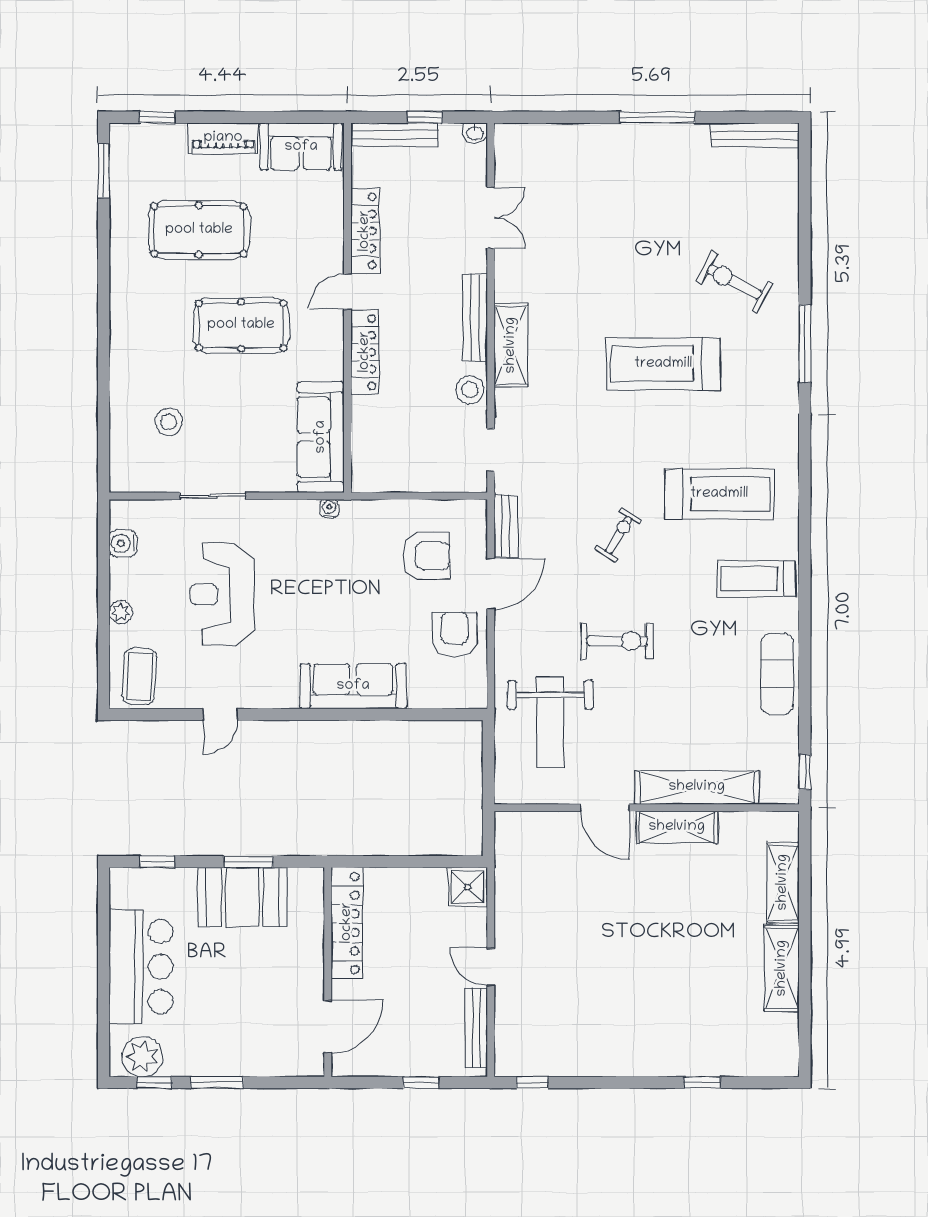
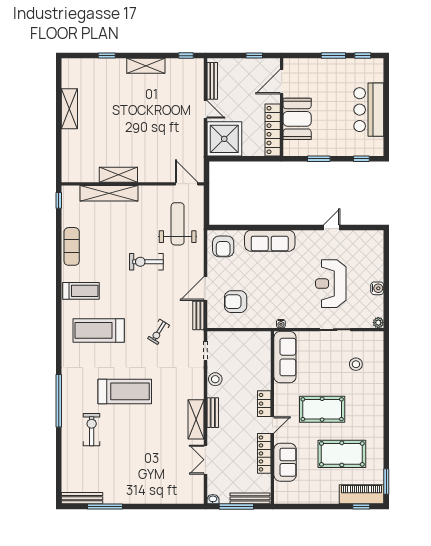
window: (425, 117) -> (236, 507), width x2.17
window: (657, 117) -> (105, 507), moved
piano: (223, 138) -> (362, 494), moved, width x1.37, depth x1.33
sofa: (301, 147) -> (285, 462), moved, turned 90
exercise bike: (734, 282) -> (92, 430), turned -118
bench: (475, 318) -> (213, 413), width x0.73
window: (805, 344) -> (59, 401), width x1.46
shelving: (511, 345) -> (196, 419), moved
locker: (365, 352) -> (264, 404), width x0.66
exercise bike: (619, 535) -> (159, 332), moved
water cooler: (123, 543) -> (377, 288), moved
reception desk: (222, 595) -> (331, 284), turned 180
plant: (121, 612) -> (378, 323), moved
armchair: (455, 634) -> (223, 246), moved
coffee table: (140, 676) -> (370, 245), removed
door: (605, 808) -> (187, 184), moved
shelving: (783, 882) -> (146, 66), moved, turned 90
shower: (468, 887) -> (224, 139), width x1.86, depth x1.86
booth: (242, 897) -> (297, 119), moved, turned 90
plant: (142, 1057) -> (368, 68), removed
window: (421, 1082) -> (254, 56), moved

